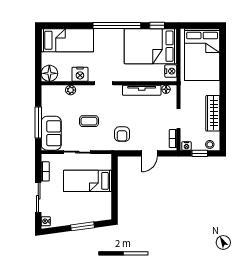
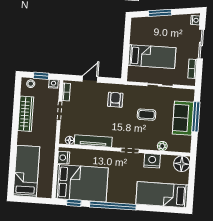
bed: (202, 55) -> (26, 171), width x0.67
sofa: (51, 133) -> (183, 118), moved

